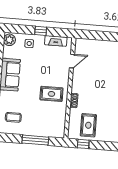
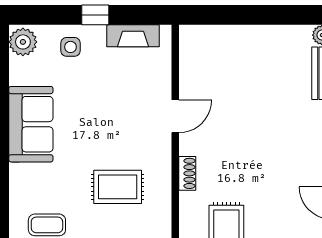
door: (72, 61) -> (175, 116), moved
rug: (51, 94) -> (118, 187), moved

